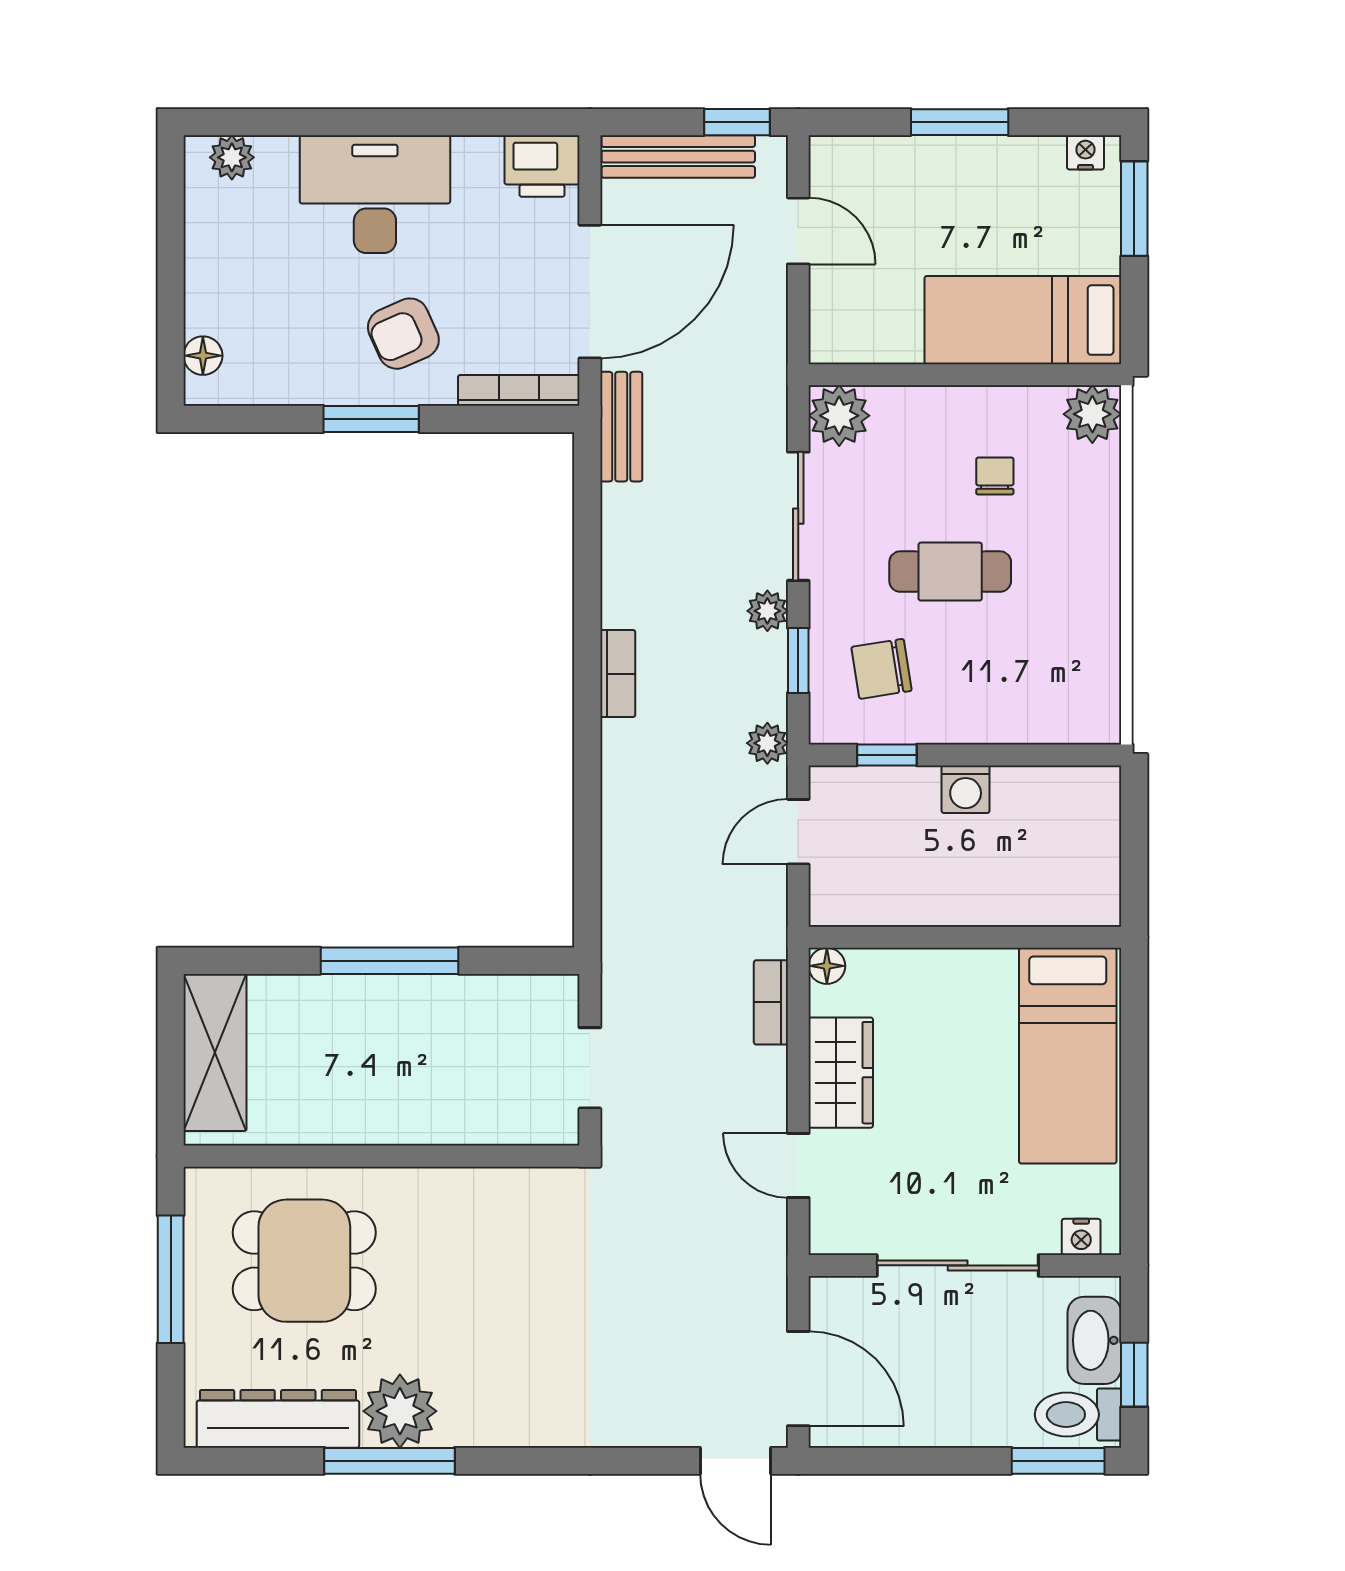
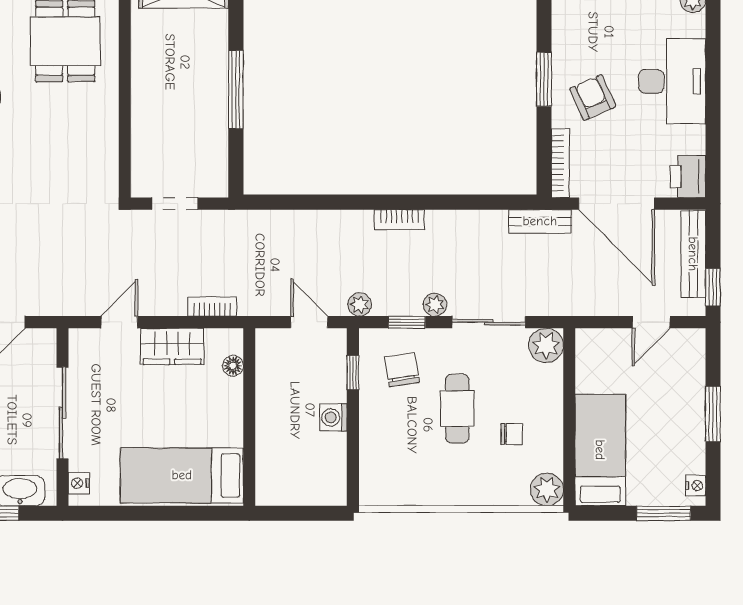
floor lamp: (827, 966) -> (233, 366), moved

